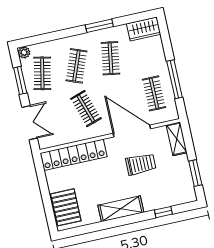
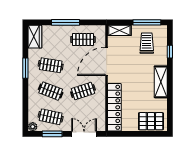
window: (175, 79) -> (65, 22), moved
trolley: (141, 164) -> (147, 43), moved
window: (195, 173) -> (147, 22), width x1.44

